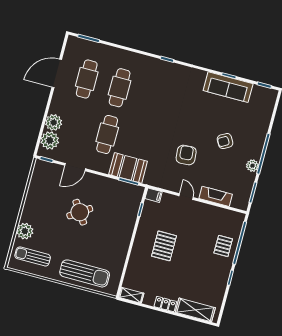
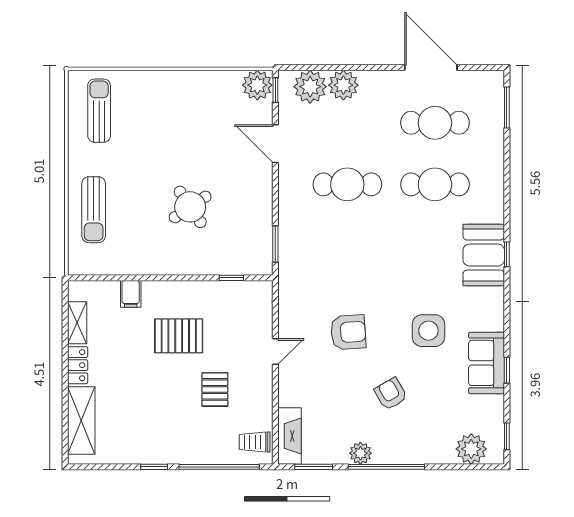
sofa: (228, 87) -> (487, 363), width x0.73
plant: (266, 106) -> (471, 449), added
side table: (197, 112) -> (428, 331), added
booth: (128, 168) -> (484, 255), moved
filing cabinet: (154, 195) -> (131, 294), moved
fireplace: (216, 196) -> (290, 436), moved
round table: (80, 212) -> (190, 207), moved
trolley: (231, 221) -> (255, 442), added
plant: (25, 231) -> (257, 85), moved
pallet: (223, 246) -> (215, 389), moved, turned 90
sun lounger: (85, 273) -> (94, 210), width x0.73, depth x0.75
shelving: (131, 295) -> (77, 323), moved

